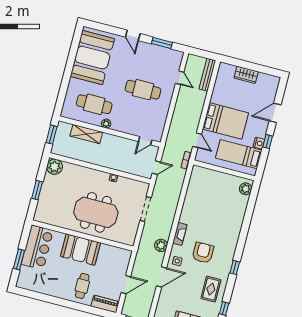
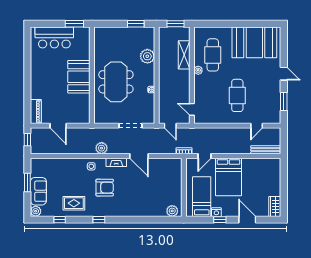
door: (133, 35) -> (284, 74), swing flipped
wardrobe: (246, 75) -> (275, 206), moved
plant: (55, 167) -> (147, 56), moved
window: (37, 190) -> (136, 24), moved
bar counter: (37, 247) -> (54, 37), moved
window: (19, 259) -> (74, 24), moved
door: (162, 277) -> (139, 156), moved
cafe table: (82, 286) -> (47, 87), removed

